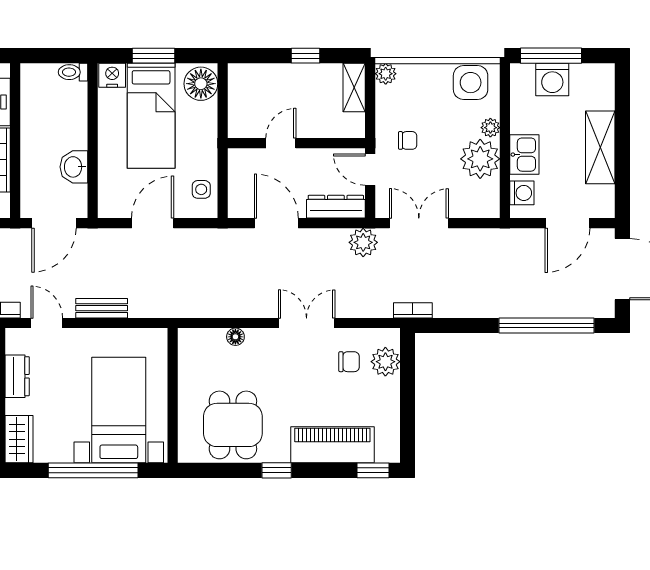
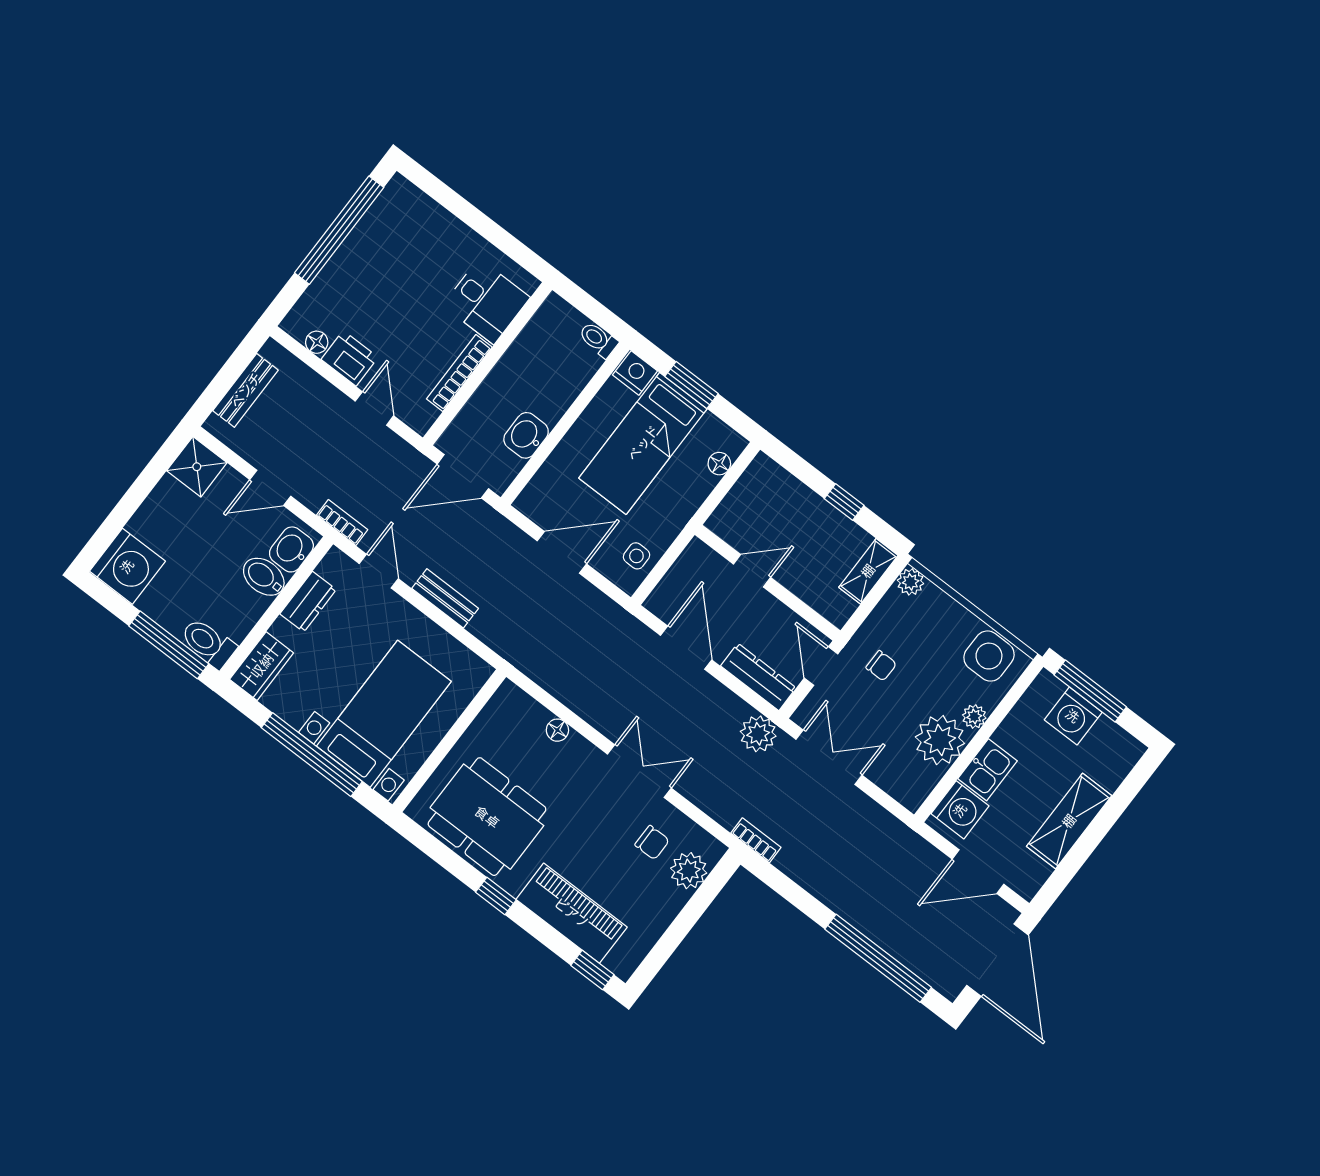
floor lamp: (201, 84) -> (719, 464), width x0.53, depth x0.53
washing machine: (522, 193) -> (960, 810), width x1.38, depth x1.38
dining table: (233, 425) -> (487, 817), width x1.38

